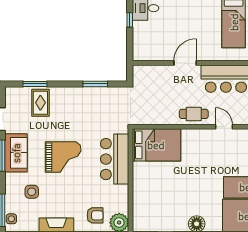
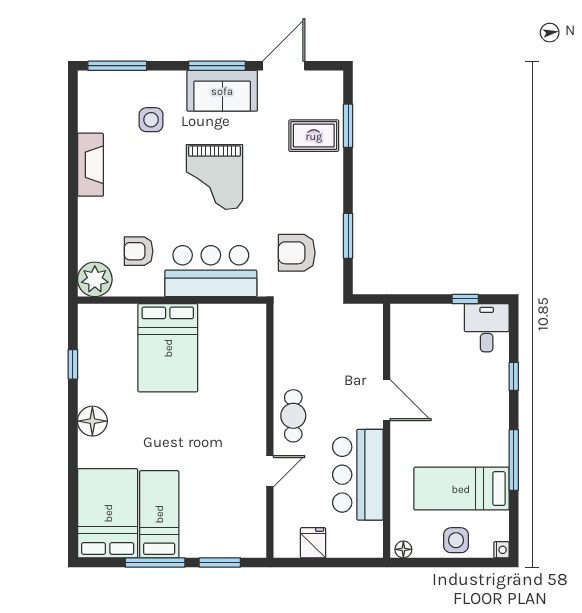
armchair: (105, 112) -> (297, 253), added
bed: (156, 145) -> (168, 348), moved
armchair: (95, 215) -> (139, 251), moved, turned 90
side table: (11, 219) -> (102, 82), removed

